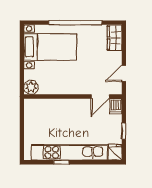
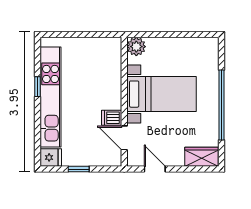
bed with nightstands: (50, 47) -> (161, 94), moved, turned -90
dishwasher: (116, 106) -> (112, 118), moved

